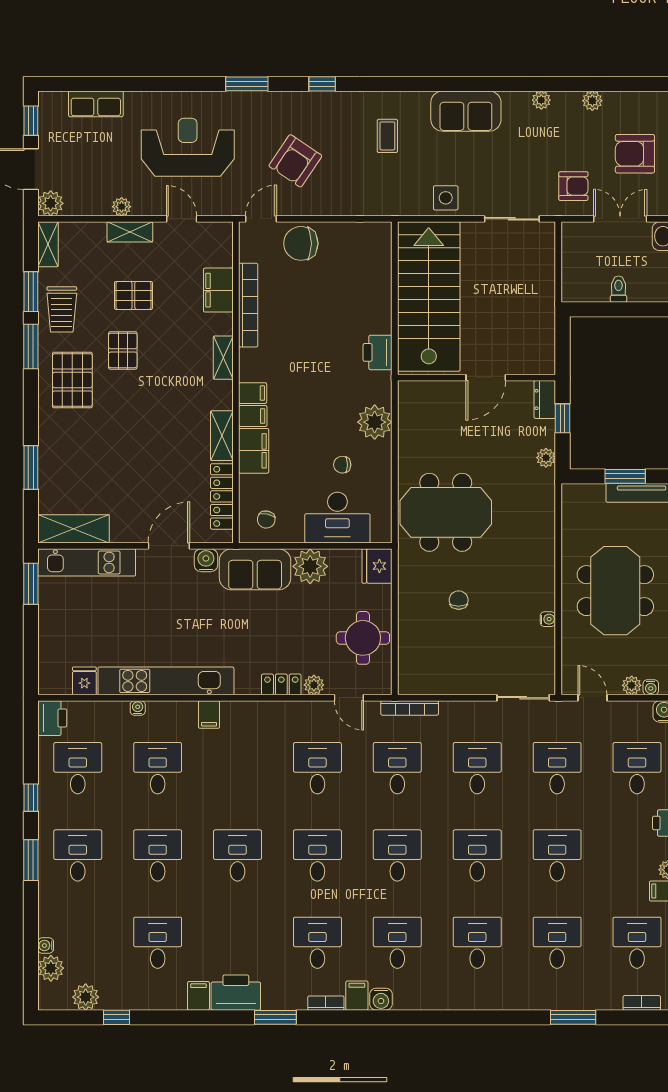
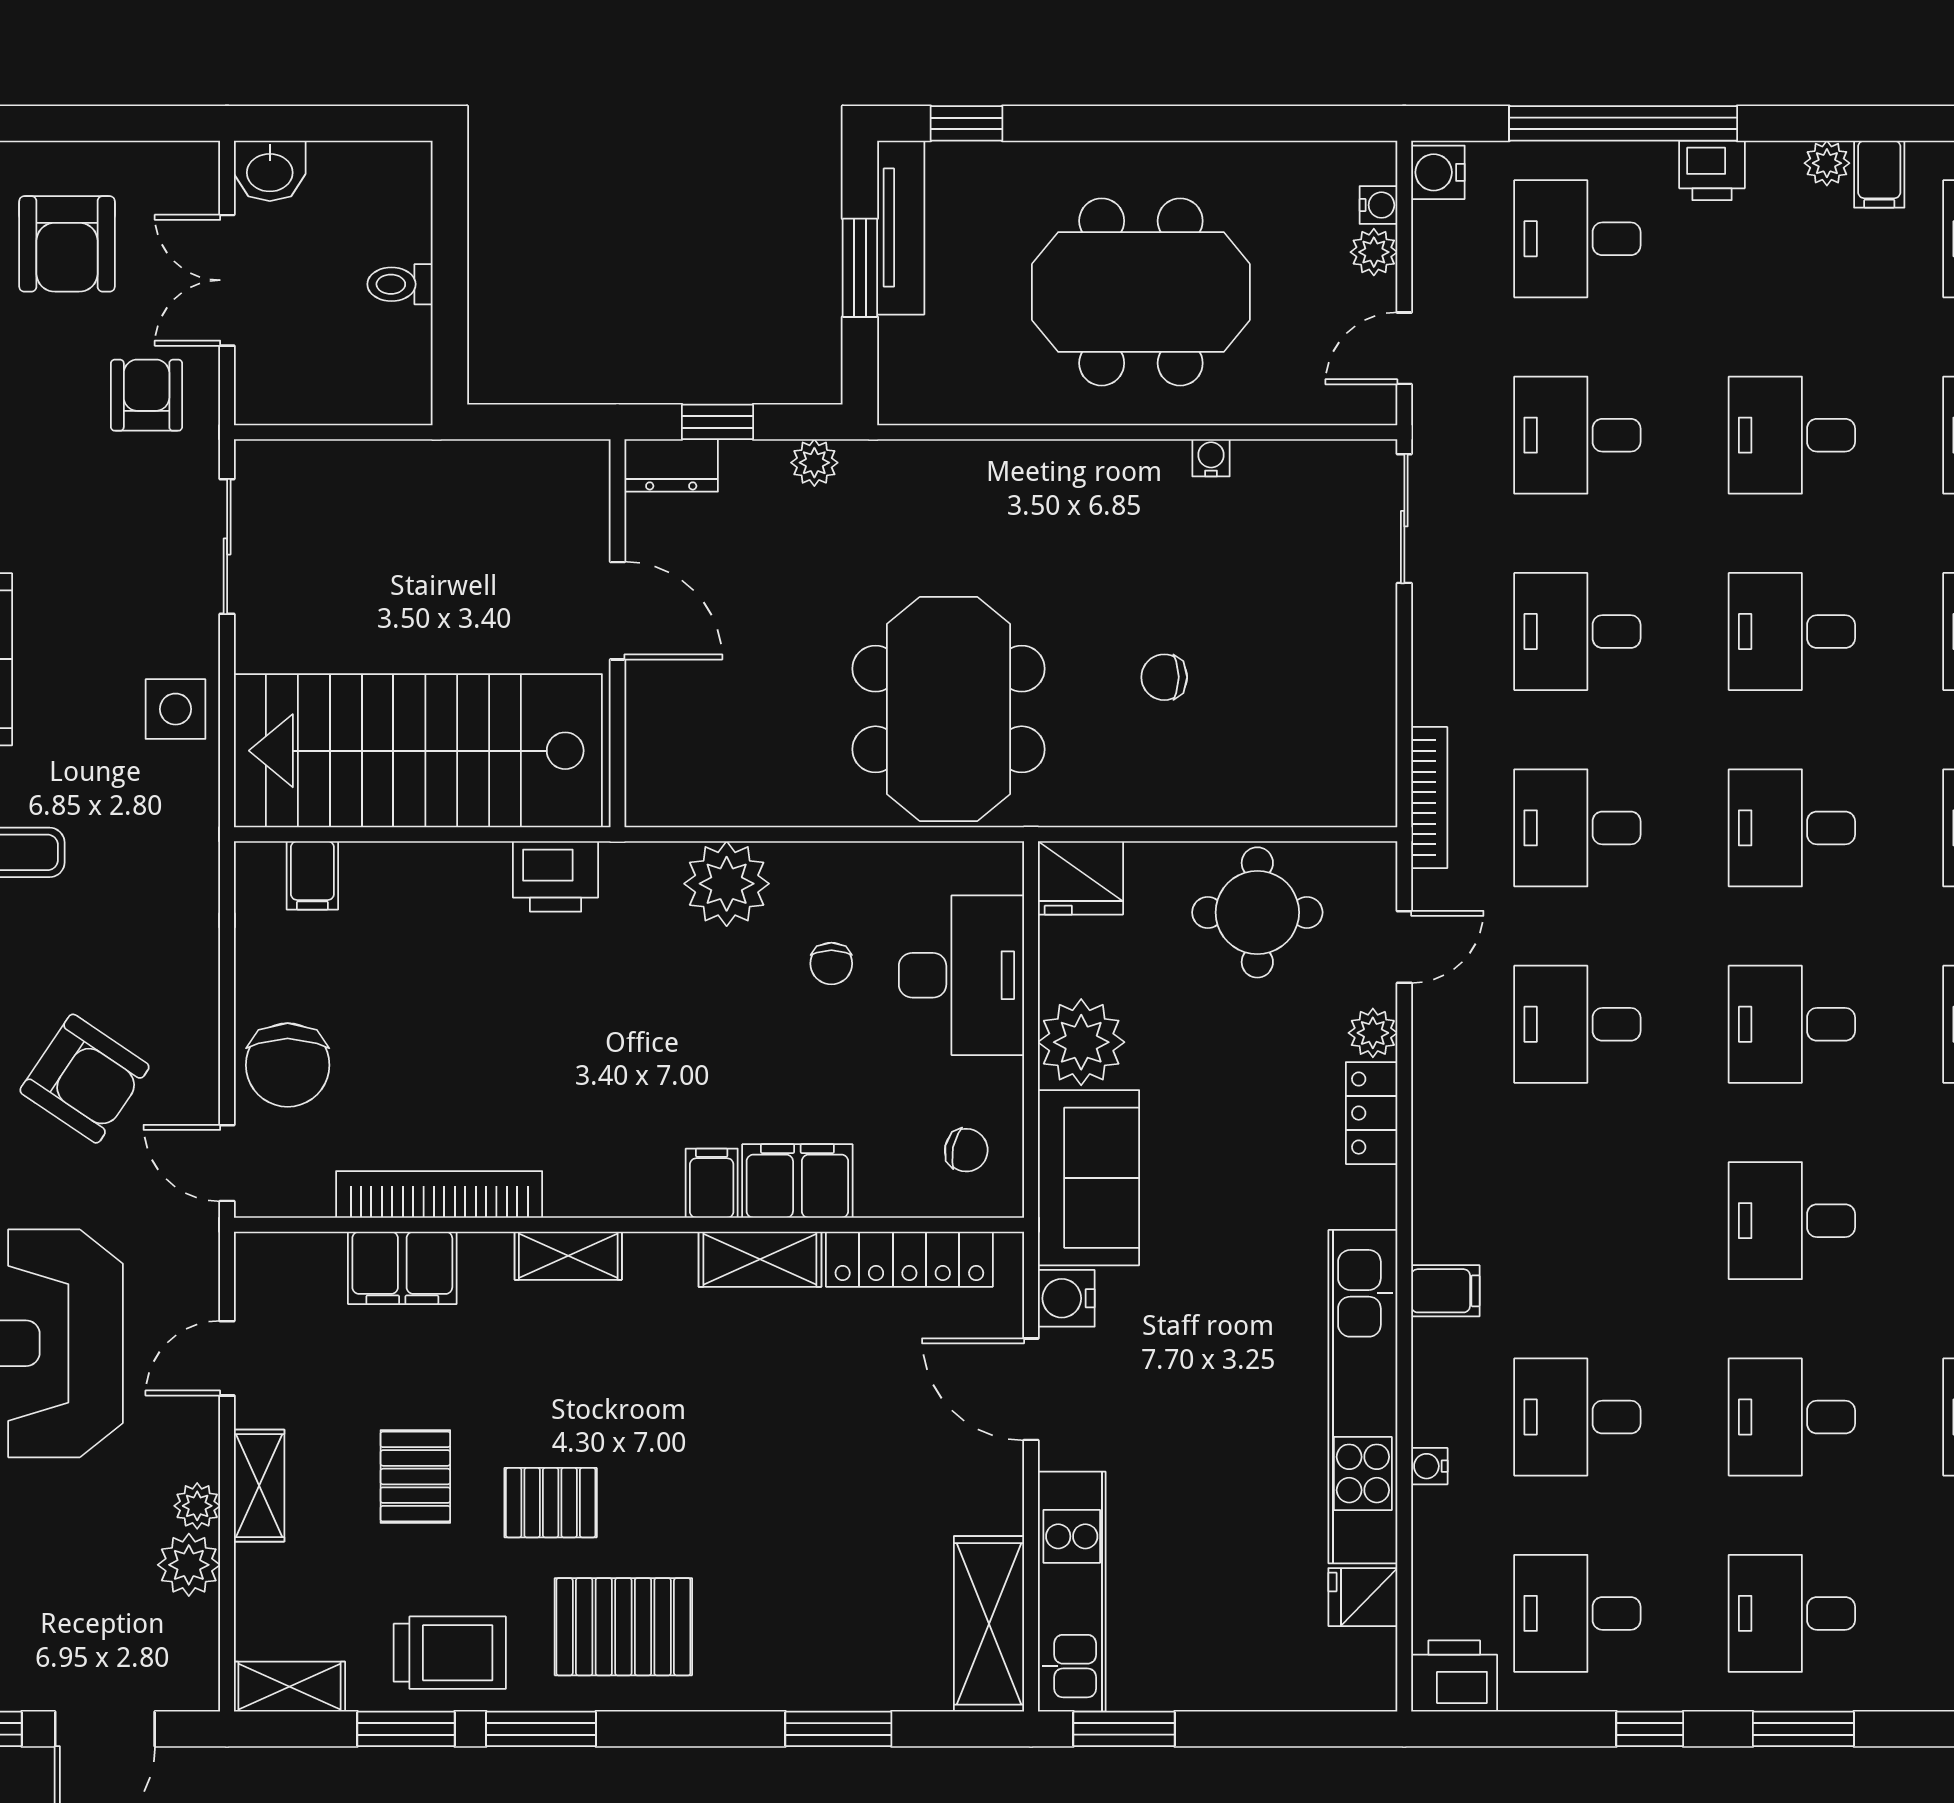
plant: (51, 203) -> (189, 1565), moved
filing cabinet: (253, 393) -> (312, 875), moved, turned 180

